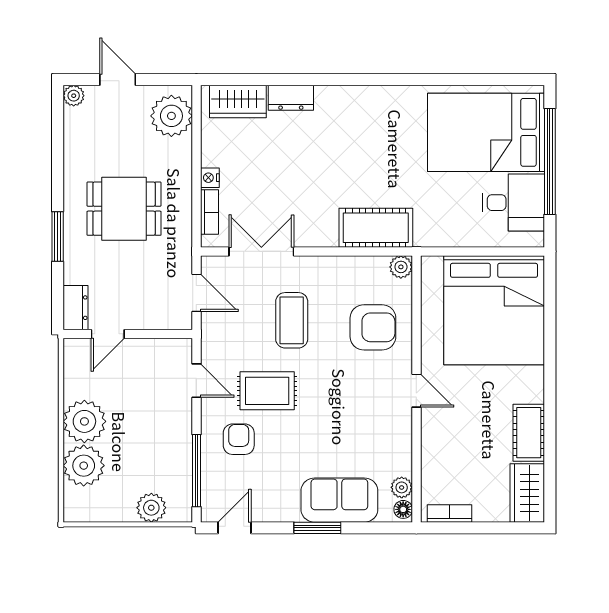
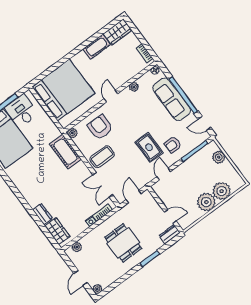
plant: (171, 116) -> (77, 247), width x0.53, depth x0.53
coffee table: (292, 320) -> (102, 157), moved
plant: (402, 487) -> (134, 87), moved
sofa: (339, 500) -> (172, 99), width x1.36
window: (317, 528) -> (183, 95), width x2.11

